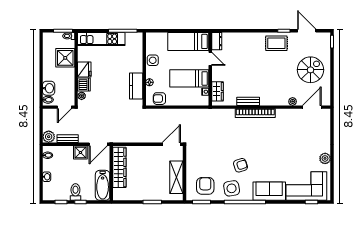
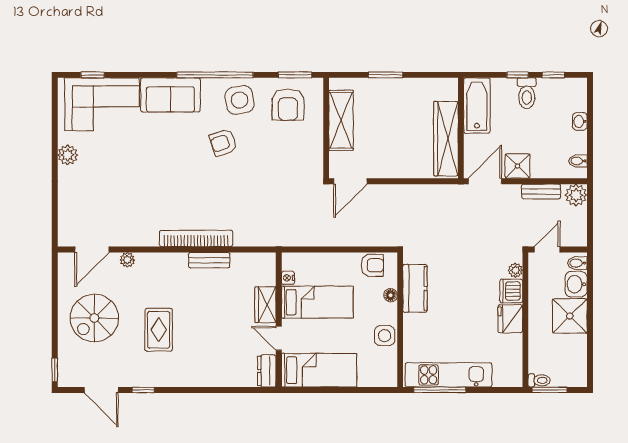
kitchen unit: (101, 39) -> (449, 375), moved
rug: (276, 43) -> (159, 330), moved, turned 90
shower: (65, 58) -> (570, 316), moved
wardrobe: (218, 91) -> (265, 305), moved

